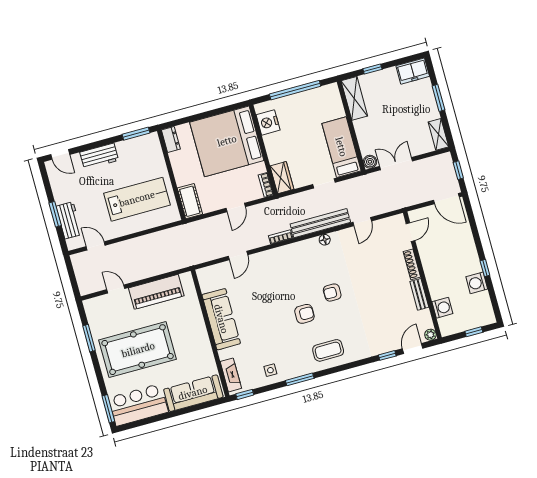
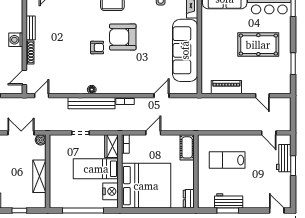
shelving: (354, 98) -> (39, 176), moved
window: (136, 134) -> (228, 210), moved
bed: (341, 147) -> (96, 169), moved, turned 90
workbench: (99, 156) -> (229, 201), moved
double door: (396, 164) -> (21, 133), swing flipped
lab bench: (137, 199) -> (227, 160), width x0.73, depth x0.72
door: (362, 222) -> (42, 96), moved
piano: (156, 292) -> (226, 87), width x0.73, depth x0.75
washing machine: (442, 308) -> (16, 40), moved
armchair: (304, 314) -> (123, 37), width x1.88, depth x1.88
sofa: (221, 319) -> (185, 50), width x1.36, depth x1.27
pool table: (138, 350) -> (258, 45), width x0.73, depth x0.76

